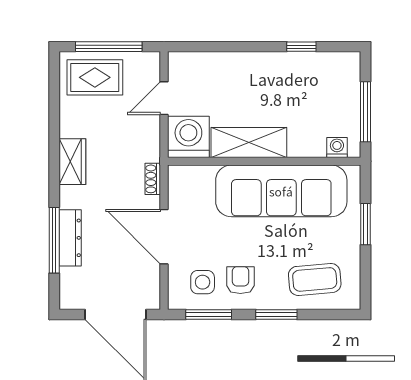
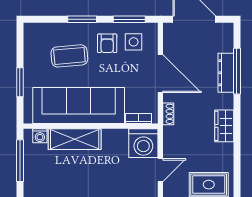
shelving: (249, 143) -> (75, 139), moved
bookcase: (195, 172) -> (139, 118), added
coffee table: (315, 279) -> (69, 56), moved

